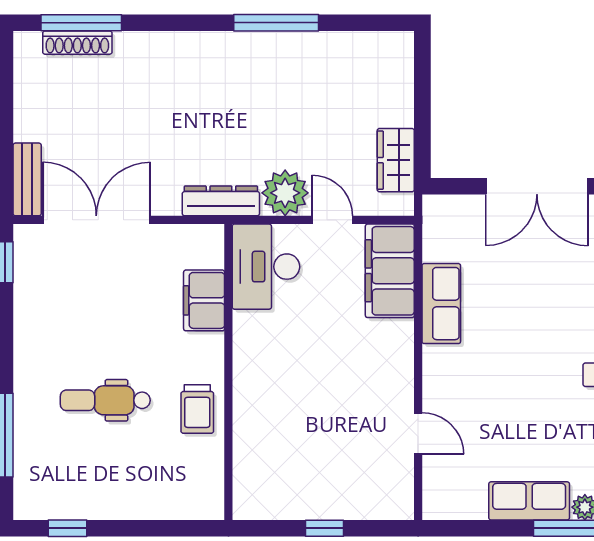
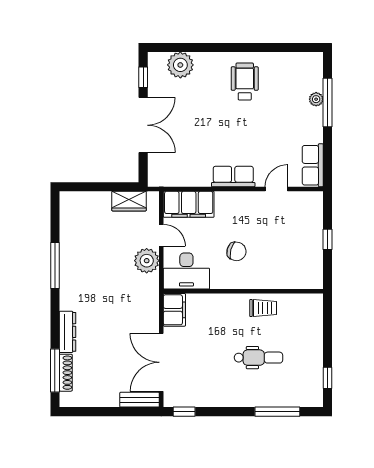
dresser: (221, 201) -> (68, 332), moved, turned 180
door: (332, 220) -> (161, 235), swing flipped
filing cabinet: (204, 300) -> (174, 310), moved, turned -90
row of seats: (441, 304) -> (233, 177), moved
chair: (302, 359) -> (236, 251), added
dental chair: (105, 400) -> (258, 358), turned -90
row of seats: (529, 501) -> (313, 165), moved

